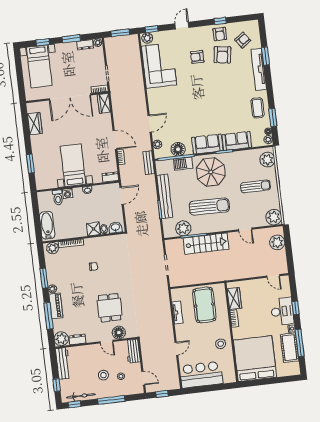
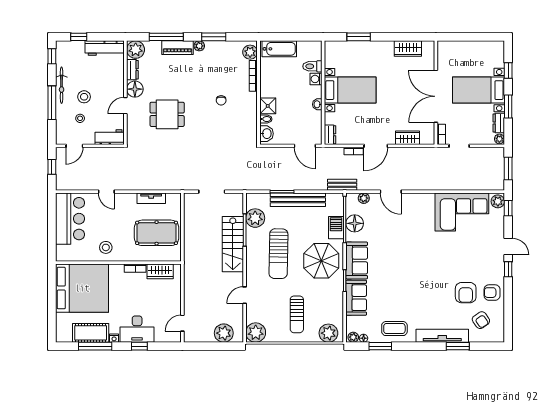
window: (220, 21) -> (508, 269), moved
armchair: (222, 55) -> (466, 293), turned -98
armchair: (197, 57) -> (467, 261), removed
bed with nightstands: (39, 66) -> (478, 90), moved
wardrobe: (104, 103) -> (407, 138), moved
floor lamp: (119, 333) -> (135, 89), moved
bicycle: (81, 396) -> (62, 85), moved

